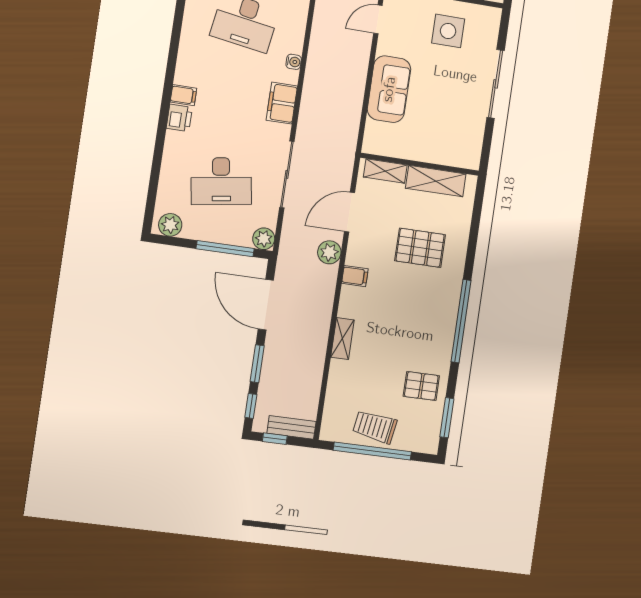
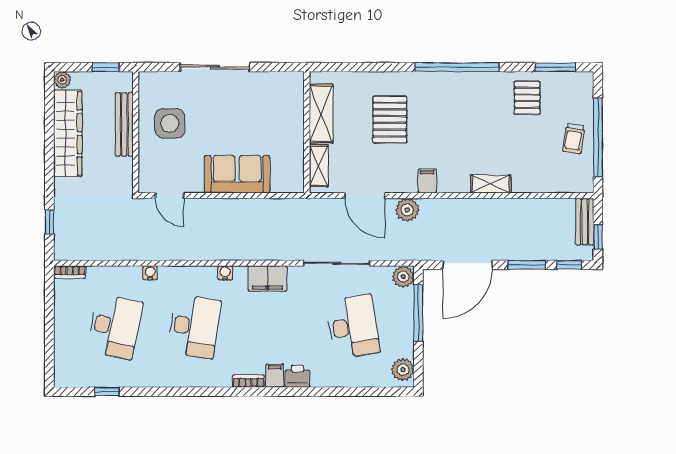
bookcase: (182, 68) -> (248, 381), added
trolley: (375, 427) -> (574, 139), width x0.73, depth x0.72

